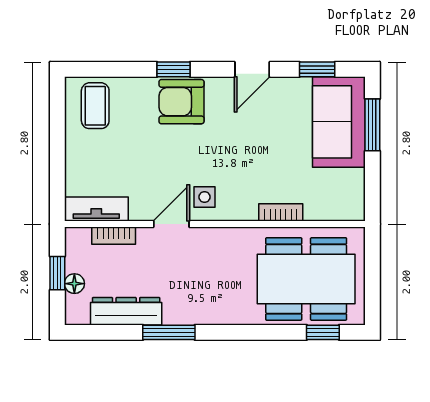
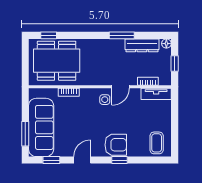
sofa: (339, 122) -> (41, 127), width x1.36
floor lamp: (74, 284) -> (166, 44), moved

